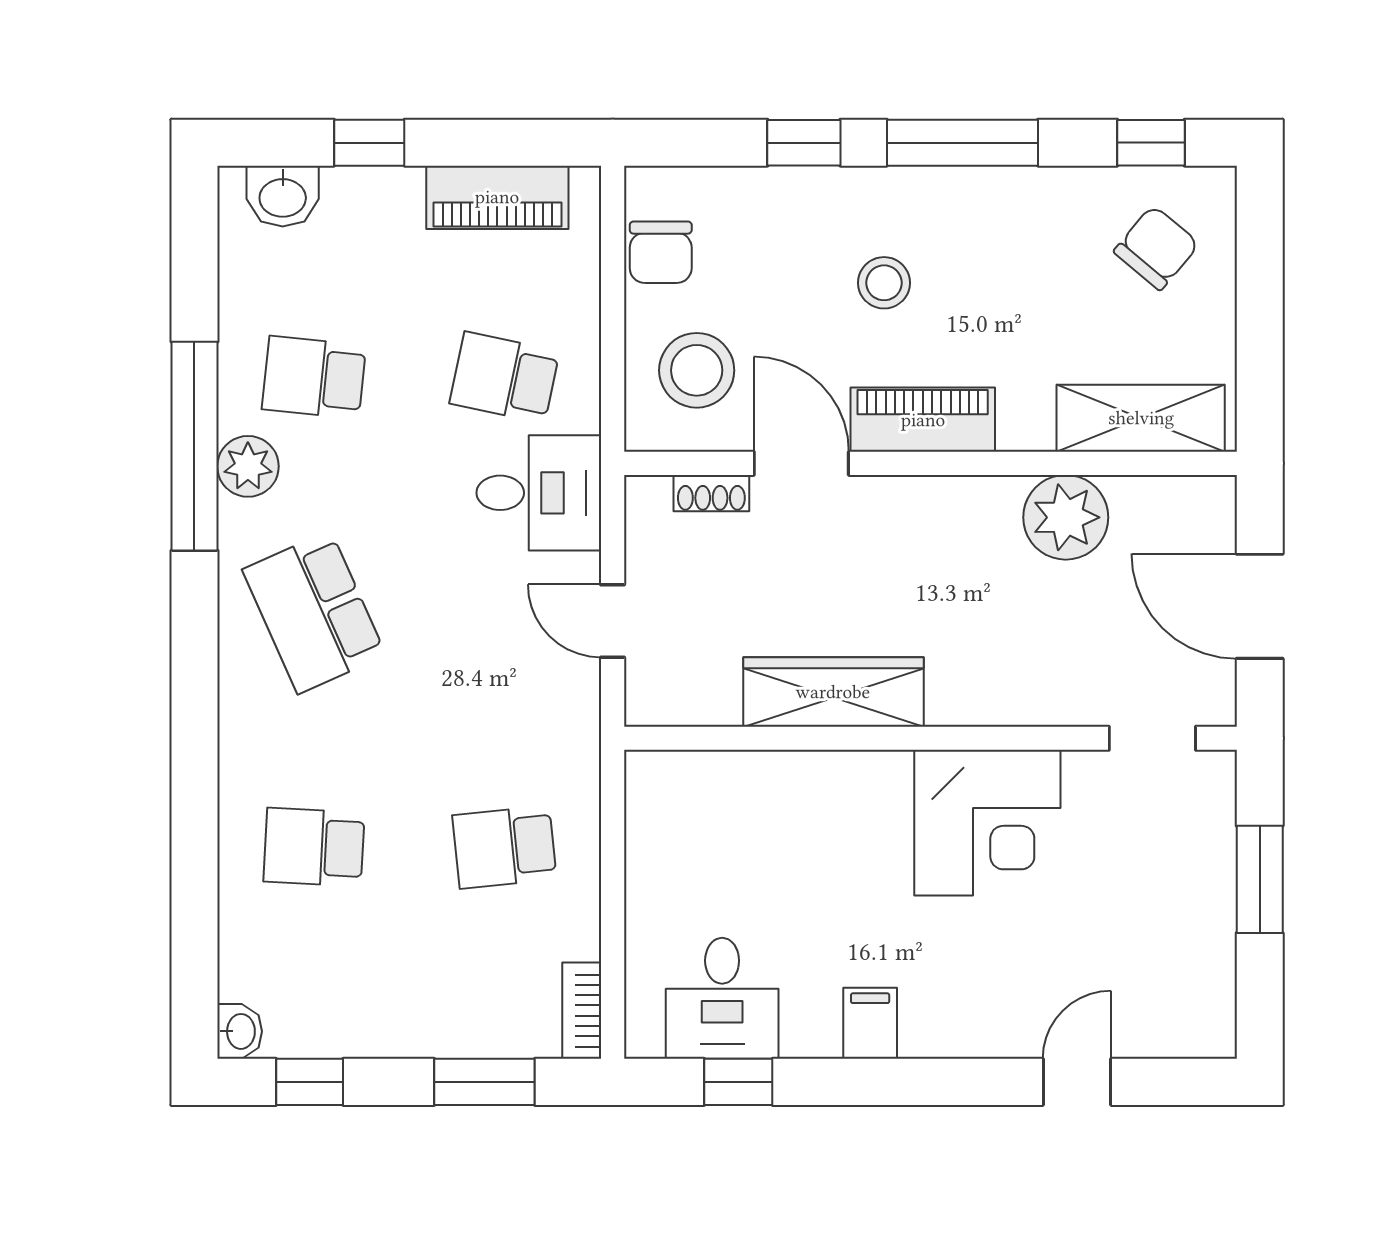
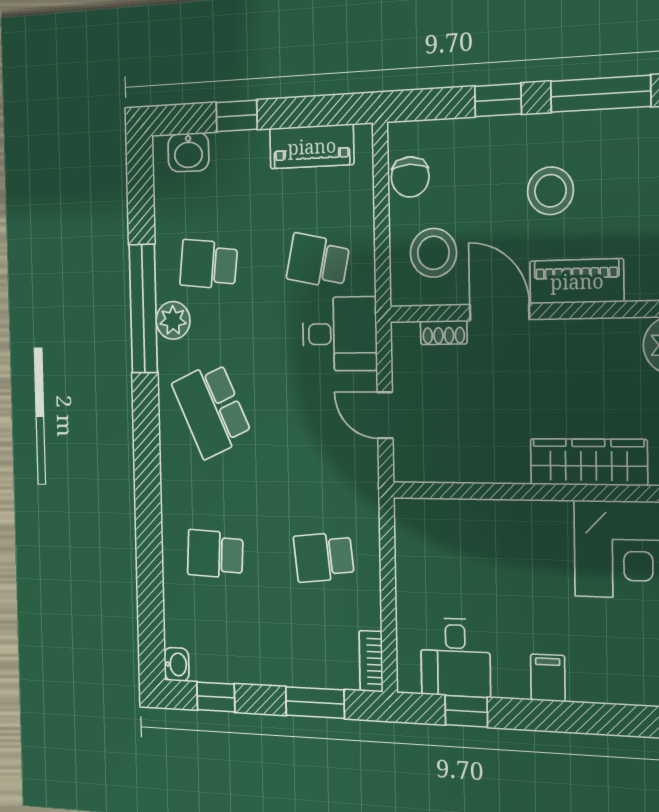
stool: (884, 283) -> (550, 191), width x1.38, depth x1.38
wardrobe: (833, 692) -> (589, 462), moved

